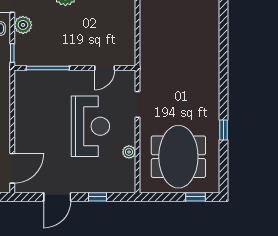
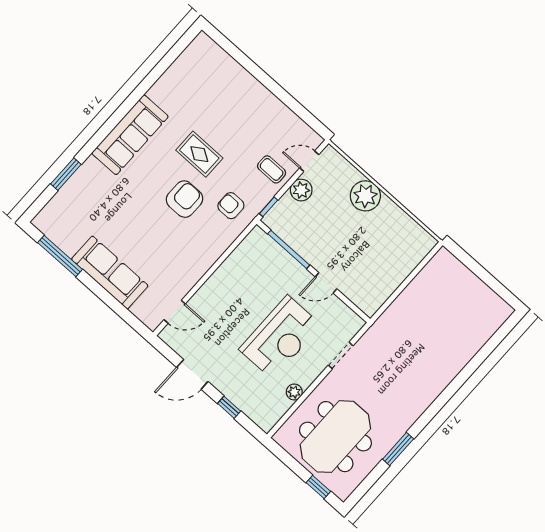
door: (105, 68) -> (326, 283), moved
window: (223, 130) -> (398, 449), width x1.50
door: (12, 168) -> (175, 312), width x0.73

